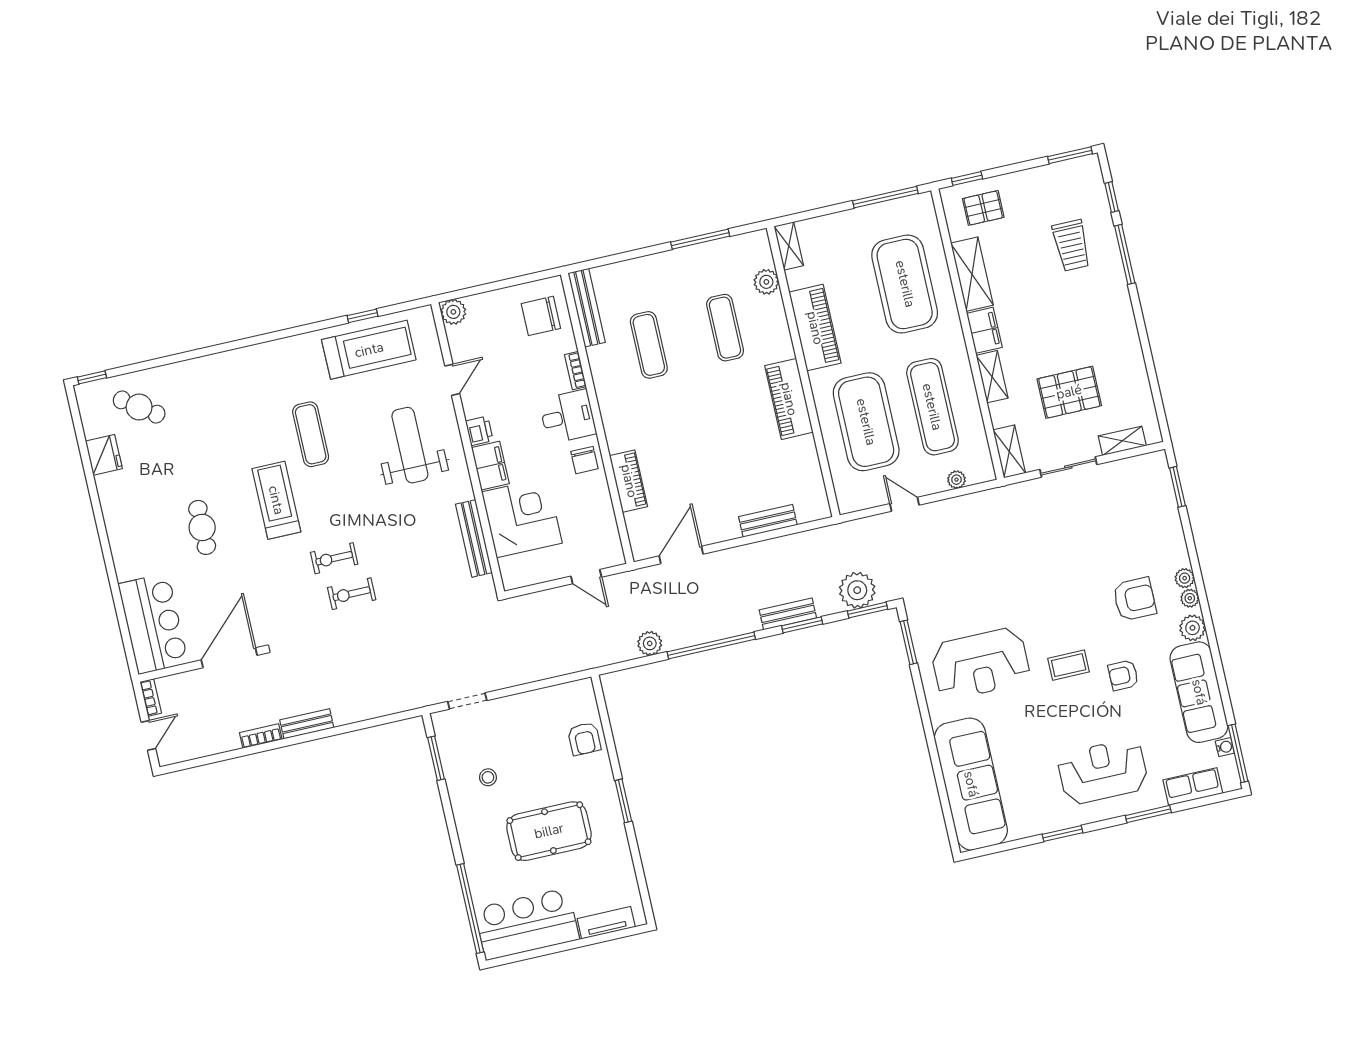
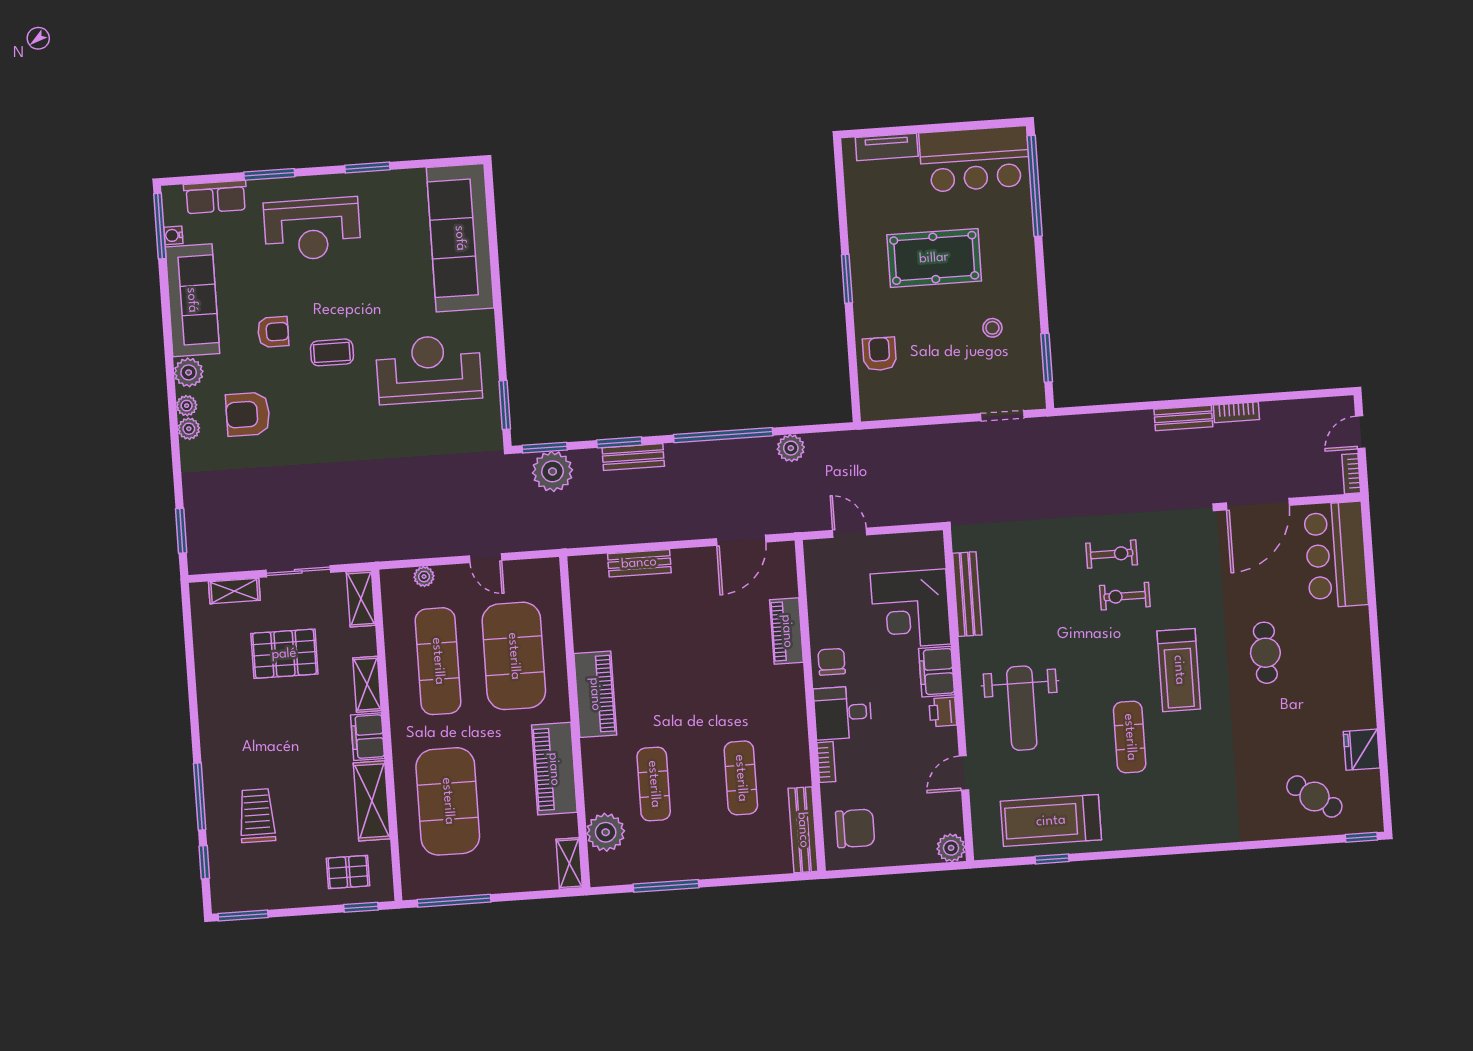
plant: (766, 282) -> (606, 832), width x1.36, depth x1.36
exercise bike: (334, 558) -> (1125, 596), turned 180

